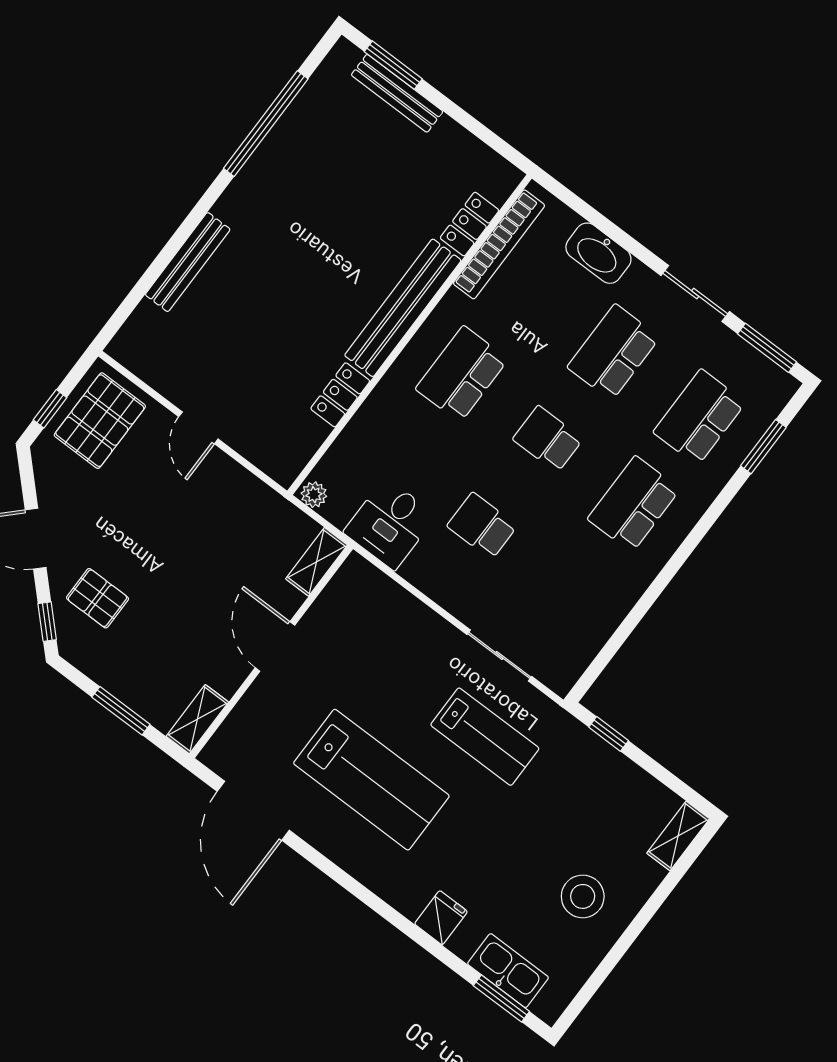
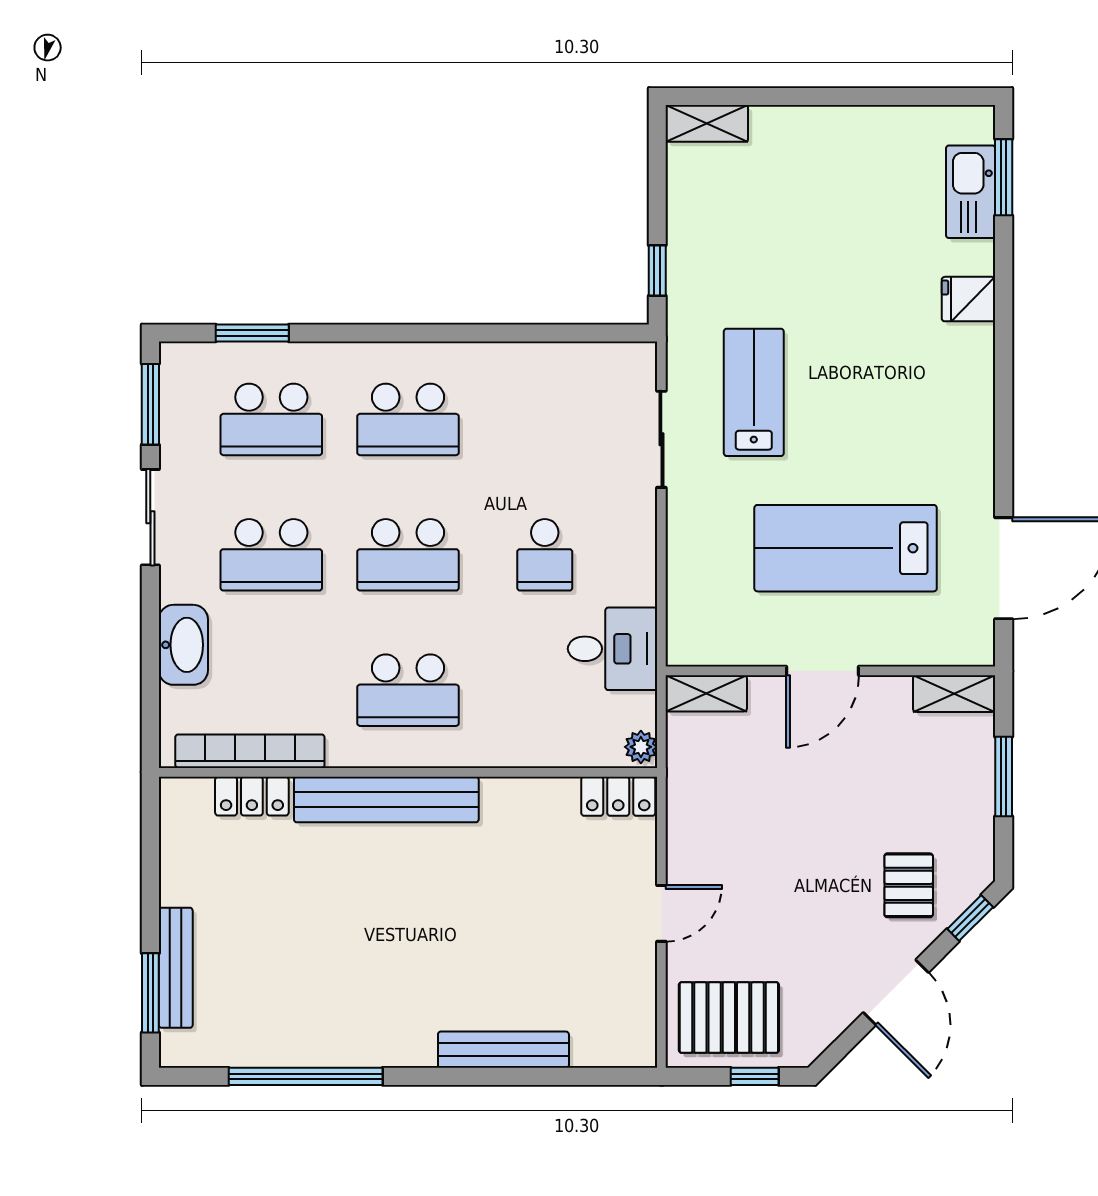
locker: (340, 395) -> (618, 796), moved
school desk: (548, 439) -> (408, 555), width x1.85
lab bench: (371, 780) -> (846, 548), moved, turned -90
stool: (583, 896) -> (840, 173), removed

